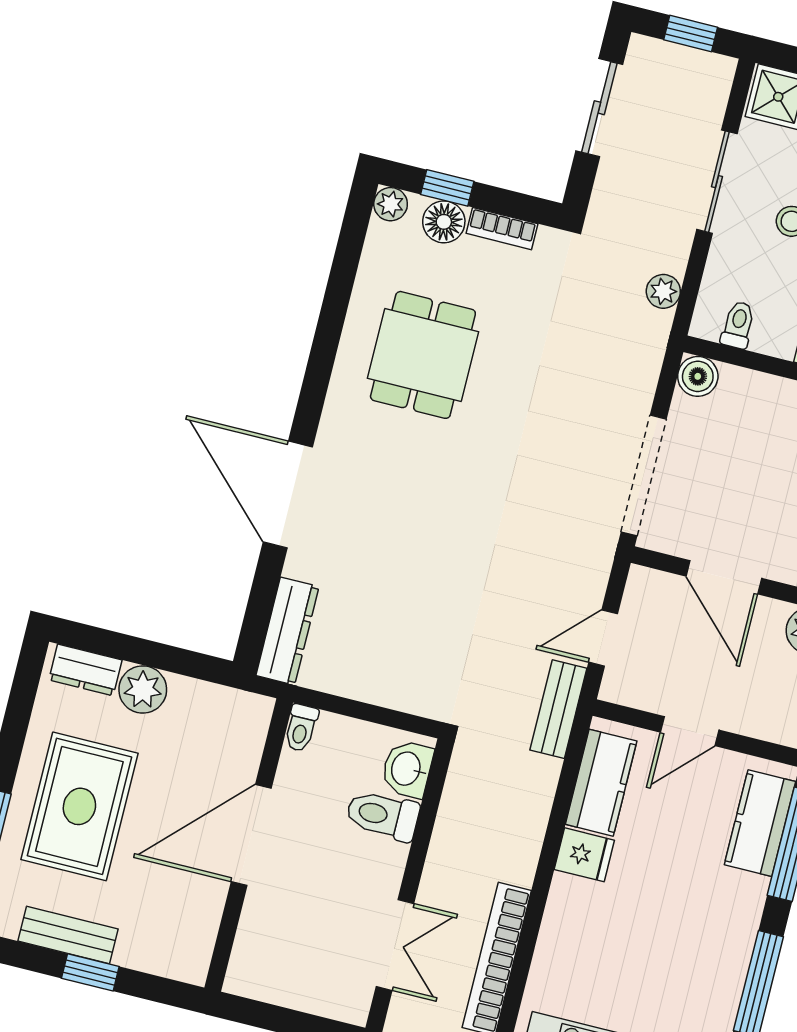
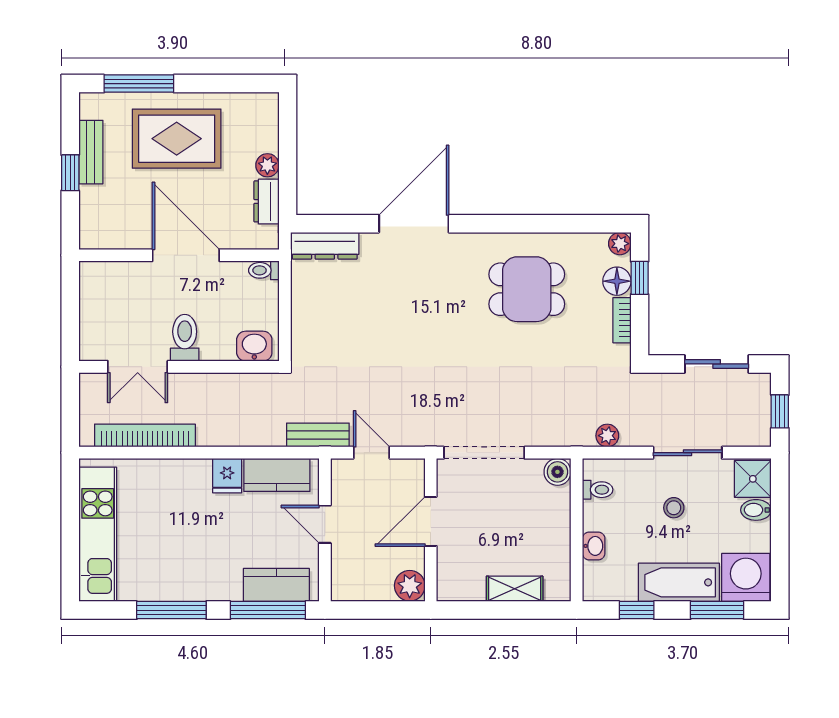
dresser: (85, 670) -> (267, 201), moved
plant: (143, 690) -> (267, 165), width x0.73, depth x0.73
toilet: (383, 815) -> (185, 338), moved

